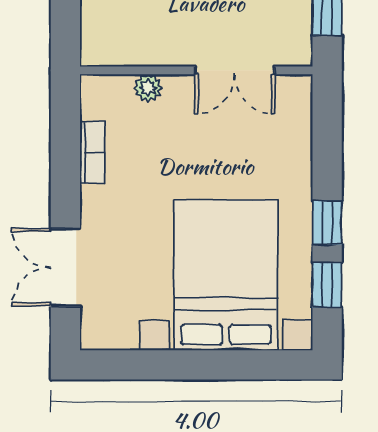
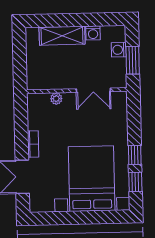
bookcase: (92, 152) -> (33, 144), moved

